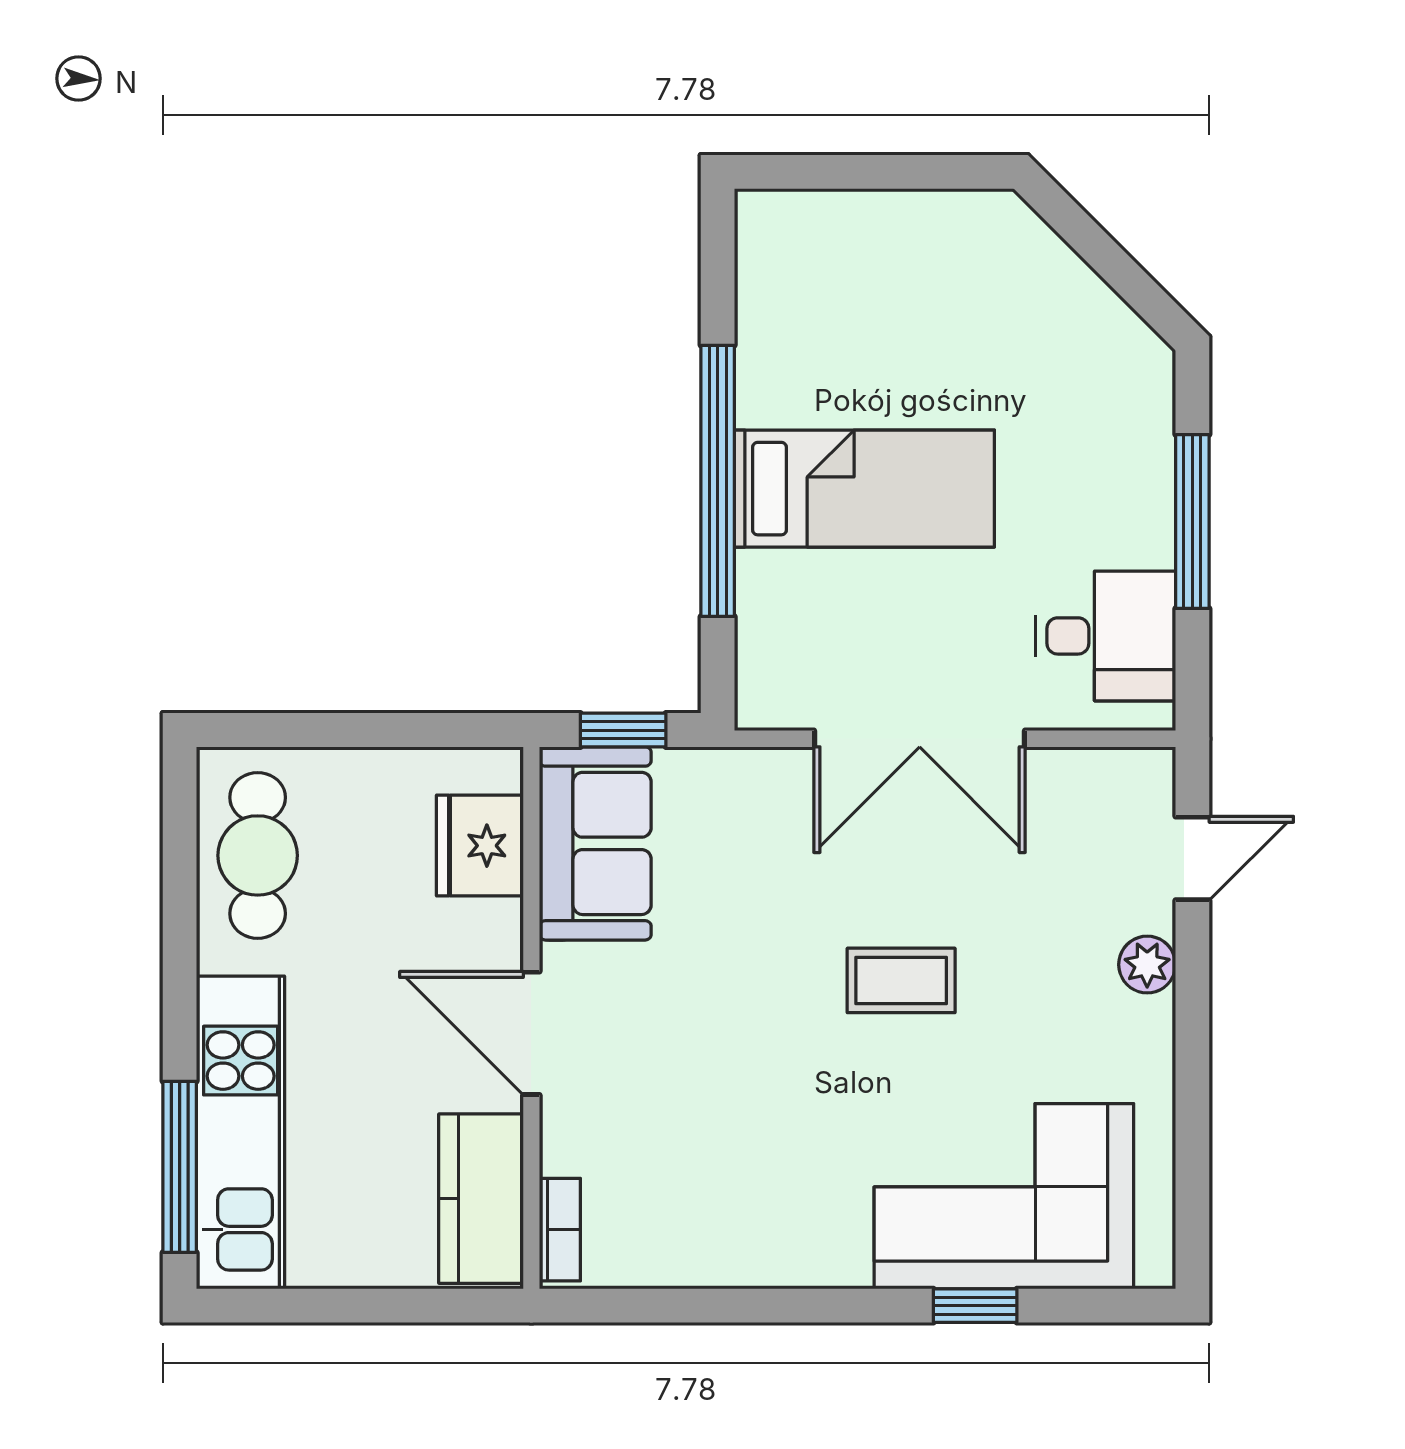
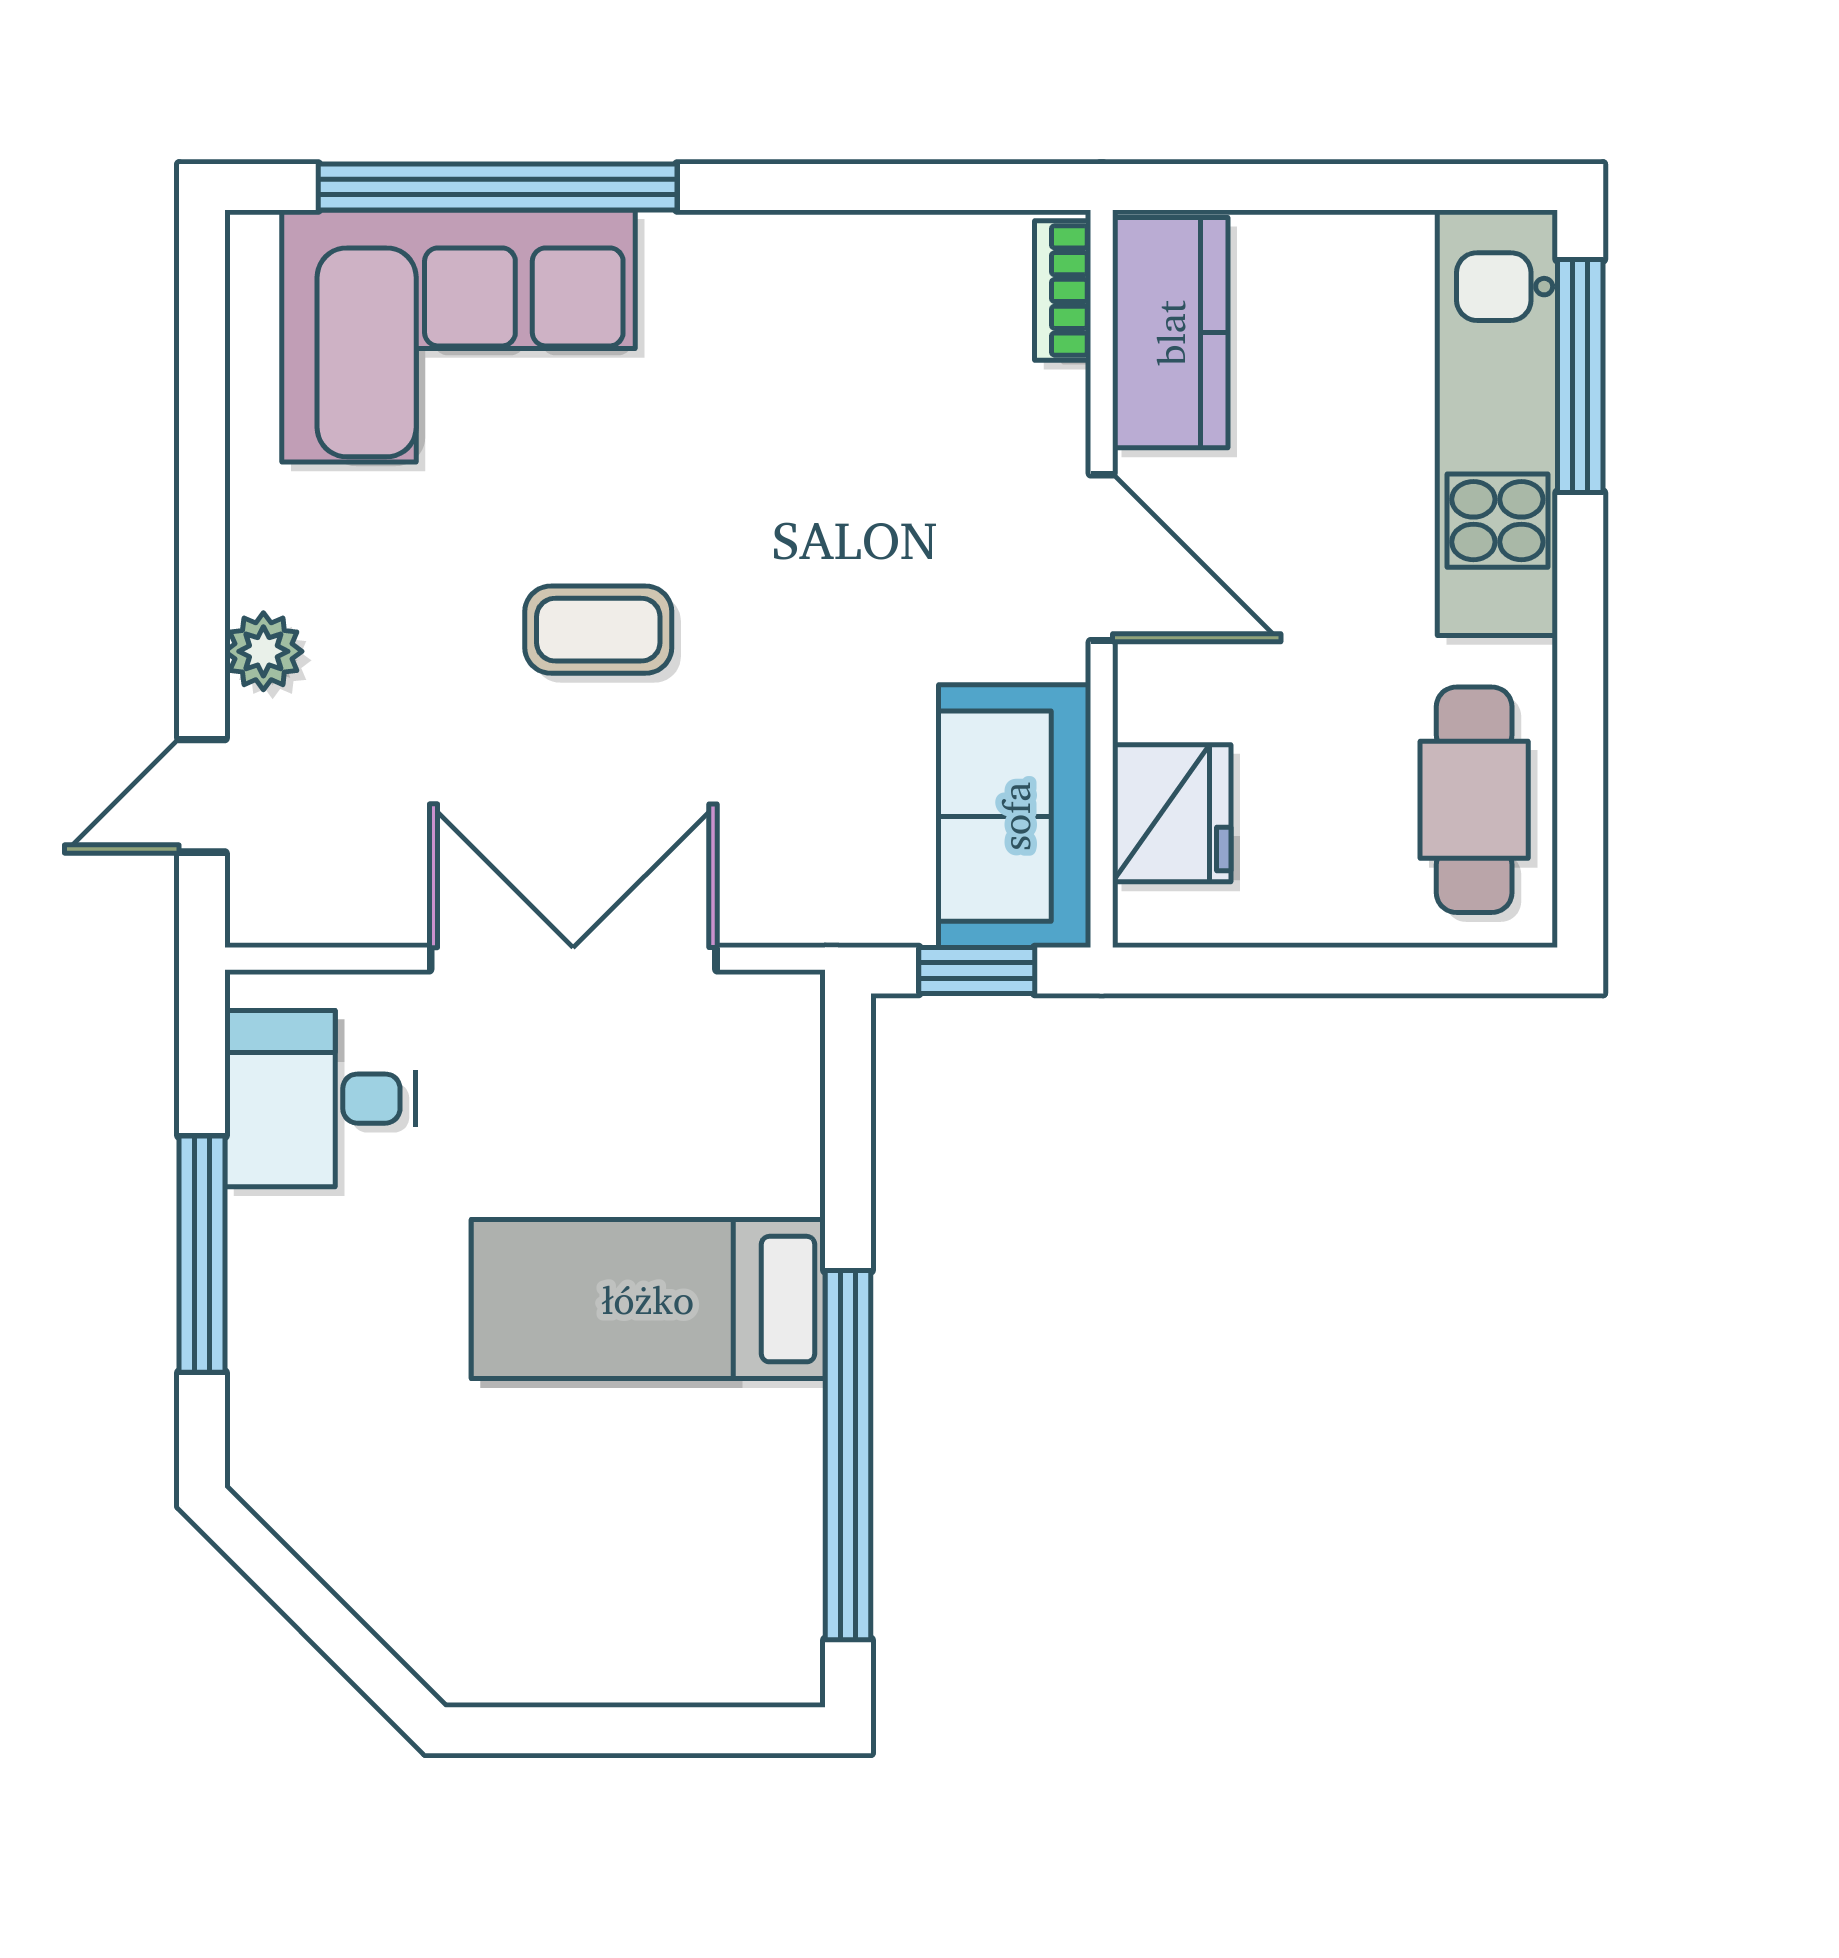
window: (718, 481) -> (848, 1455), moved
window: (975, 1306) -> (498, 187), width x3.17

